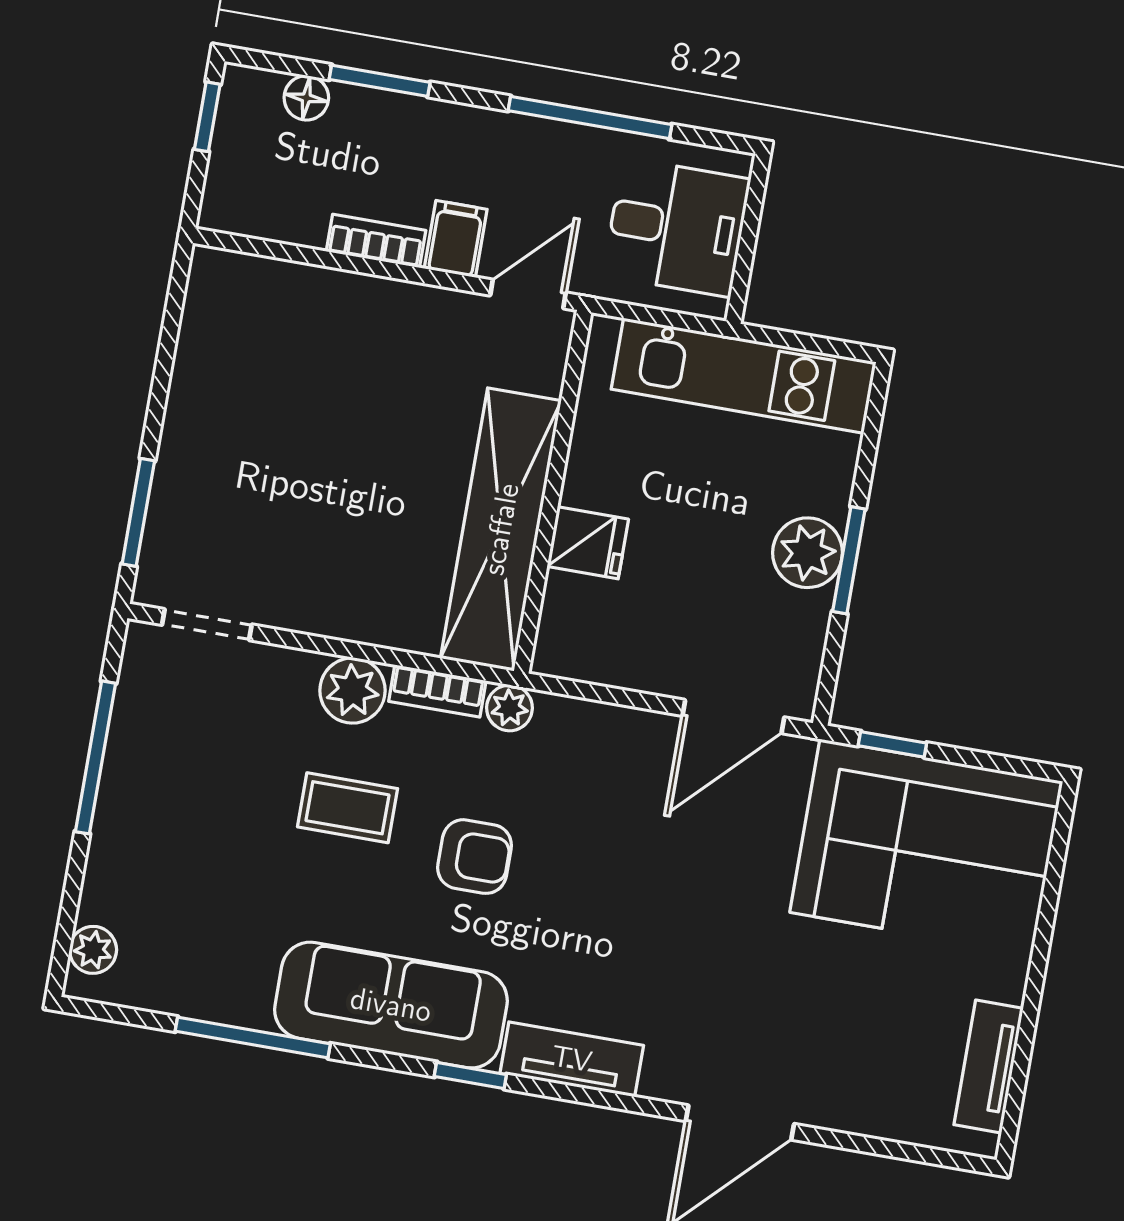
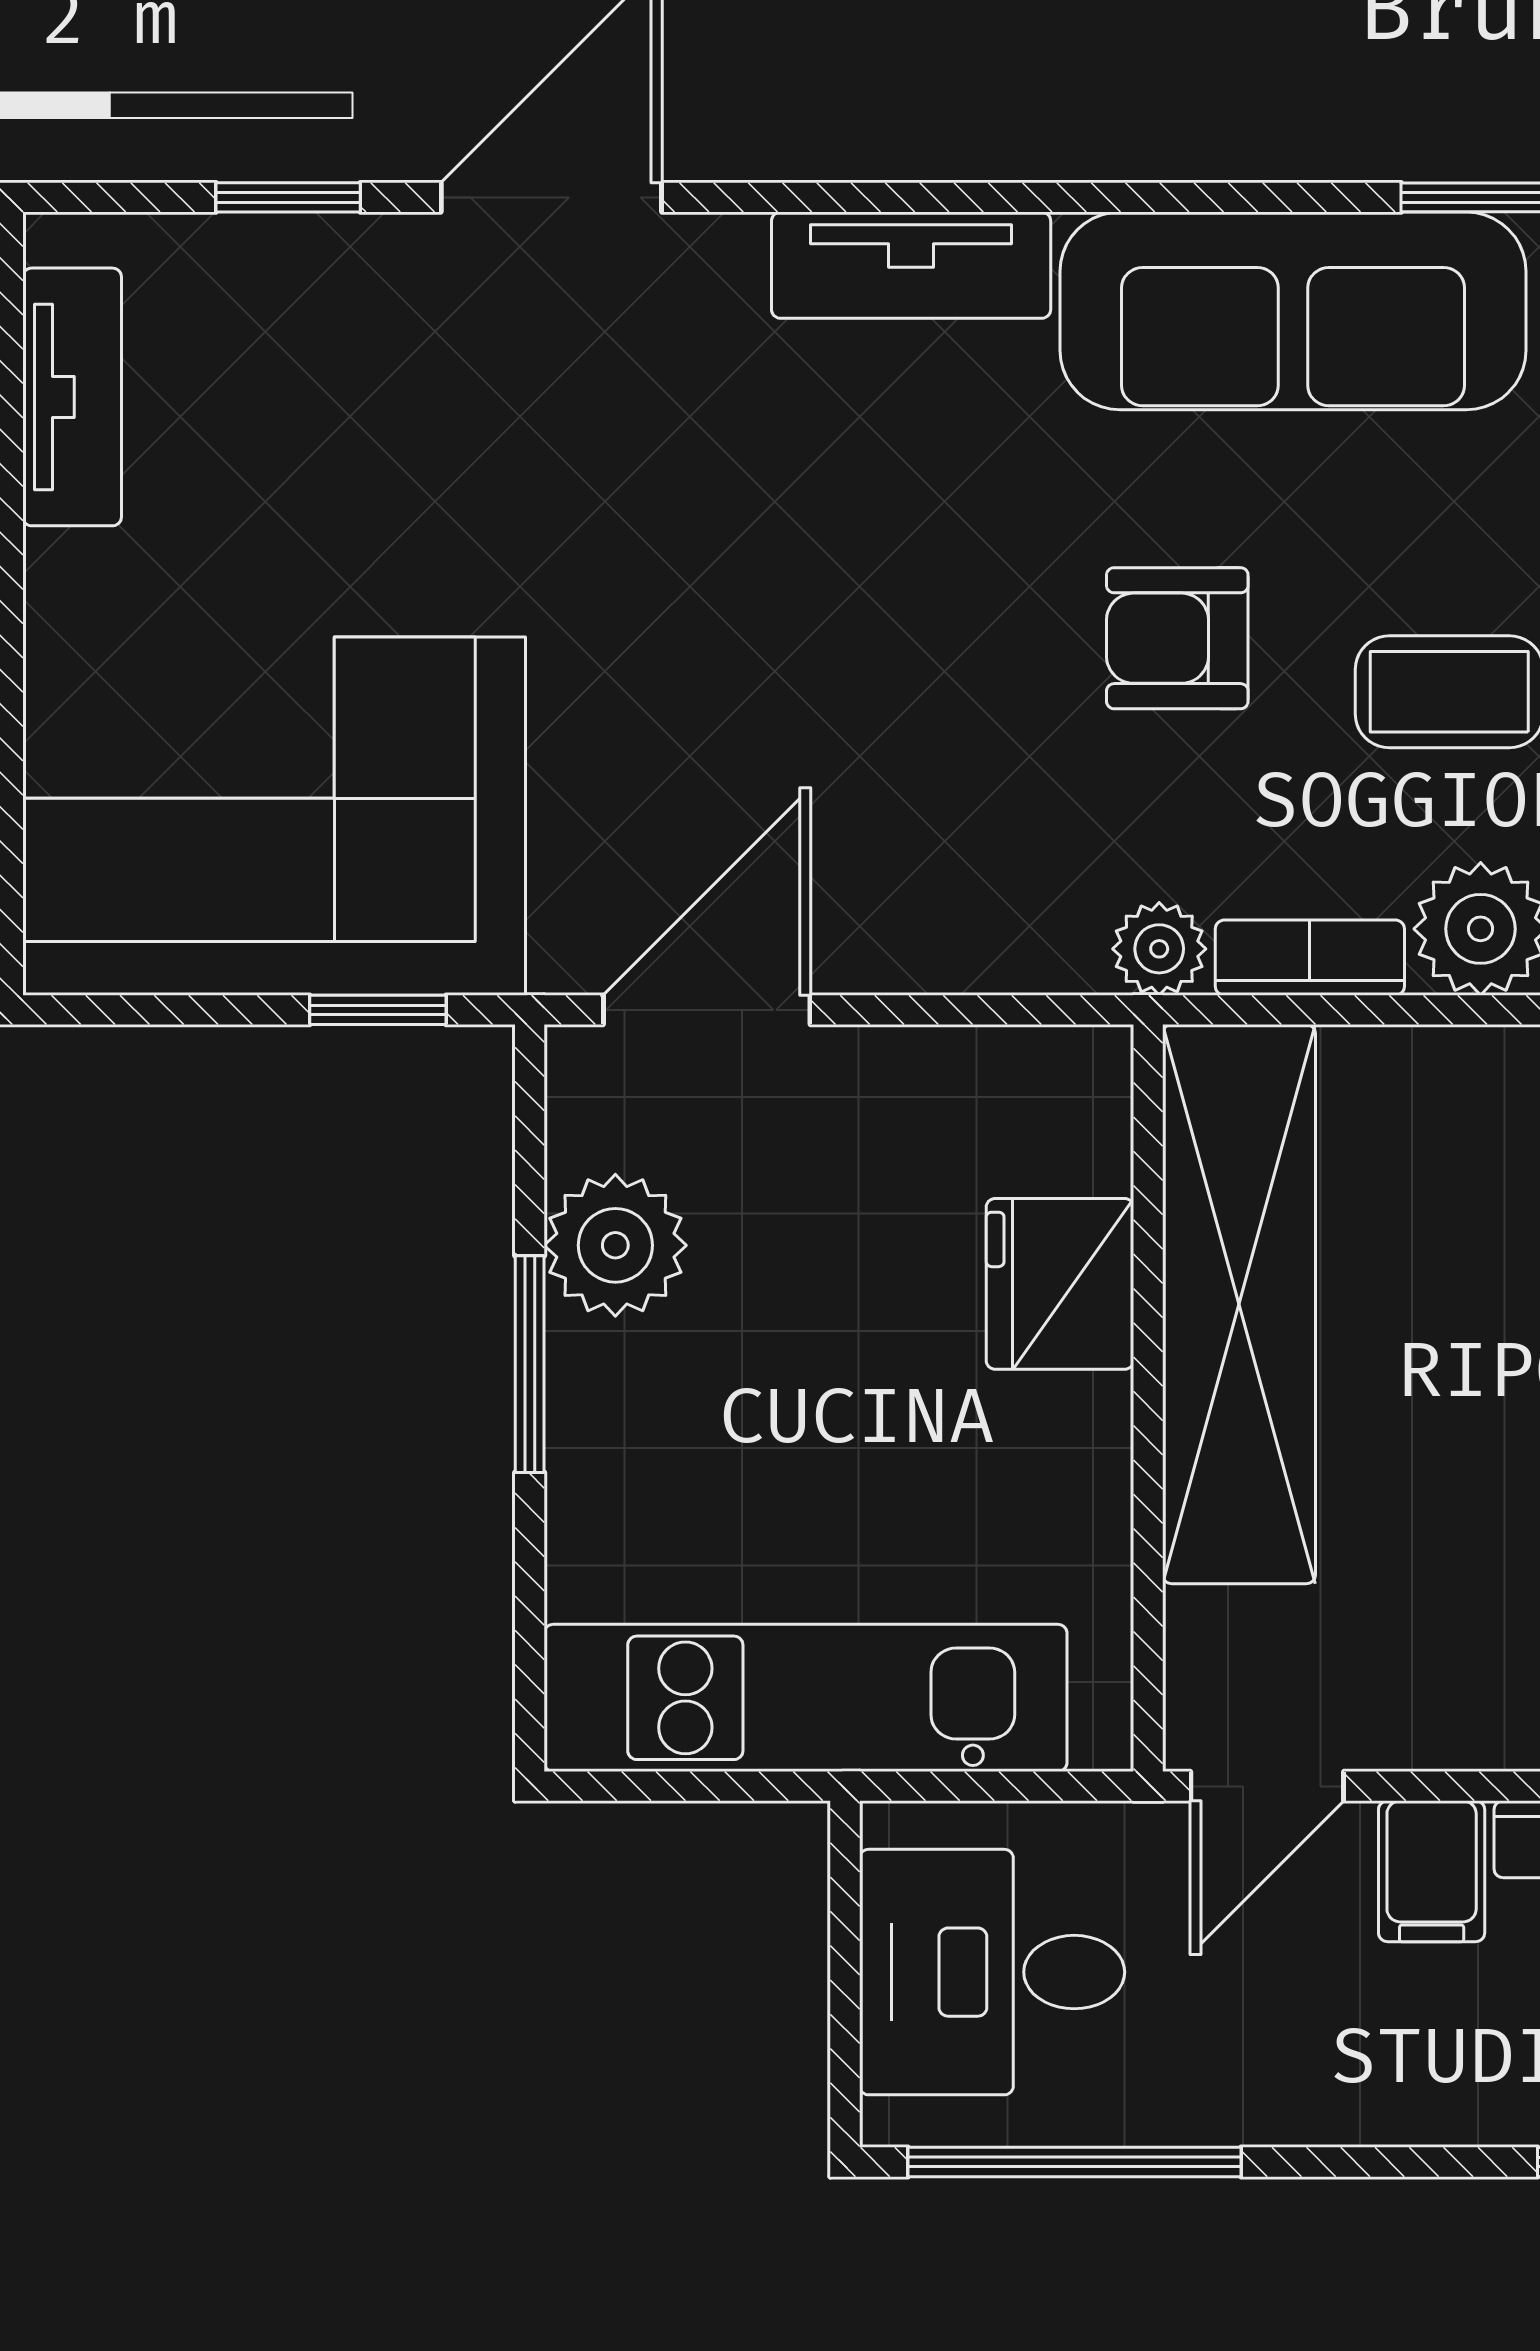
window: (590, 118) -> (1075, 2162), moved
fridge: (588, 543) -> (1060, 1284), width x1.38
plant: (808, 553) -> (615, 1245), moved
window: (470, 1075) -> (288, 197), moved

